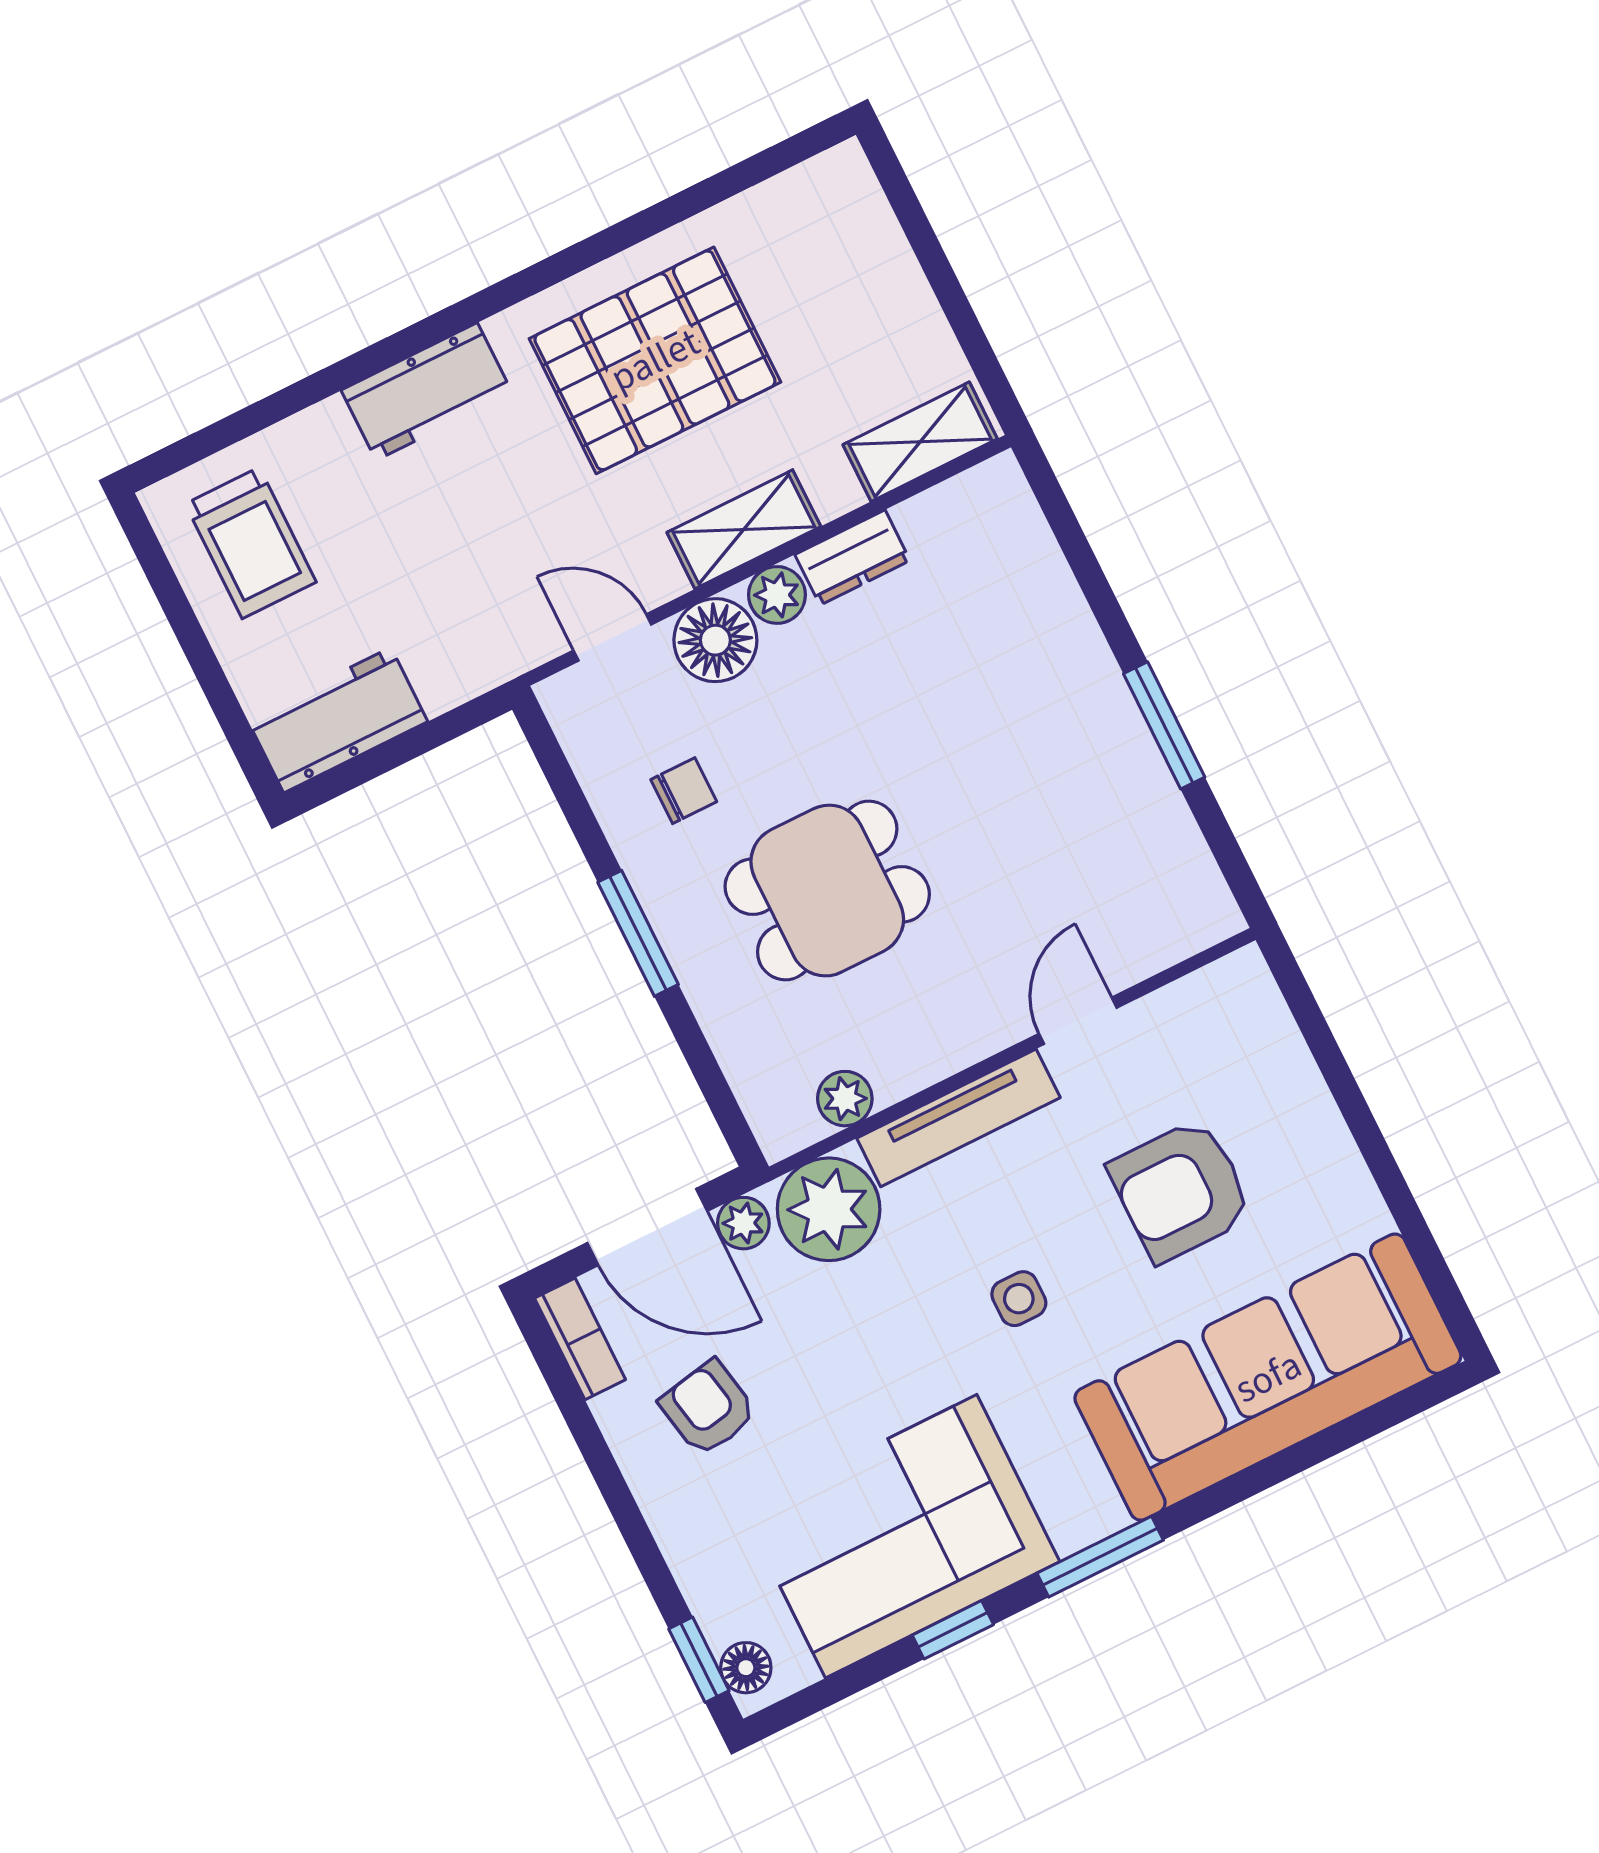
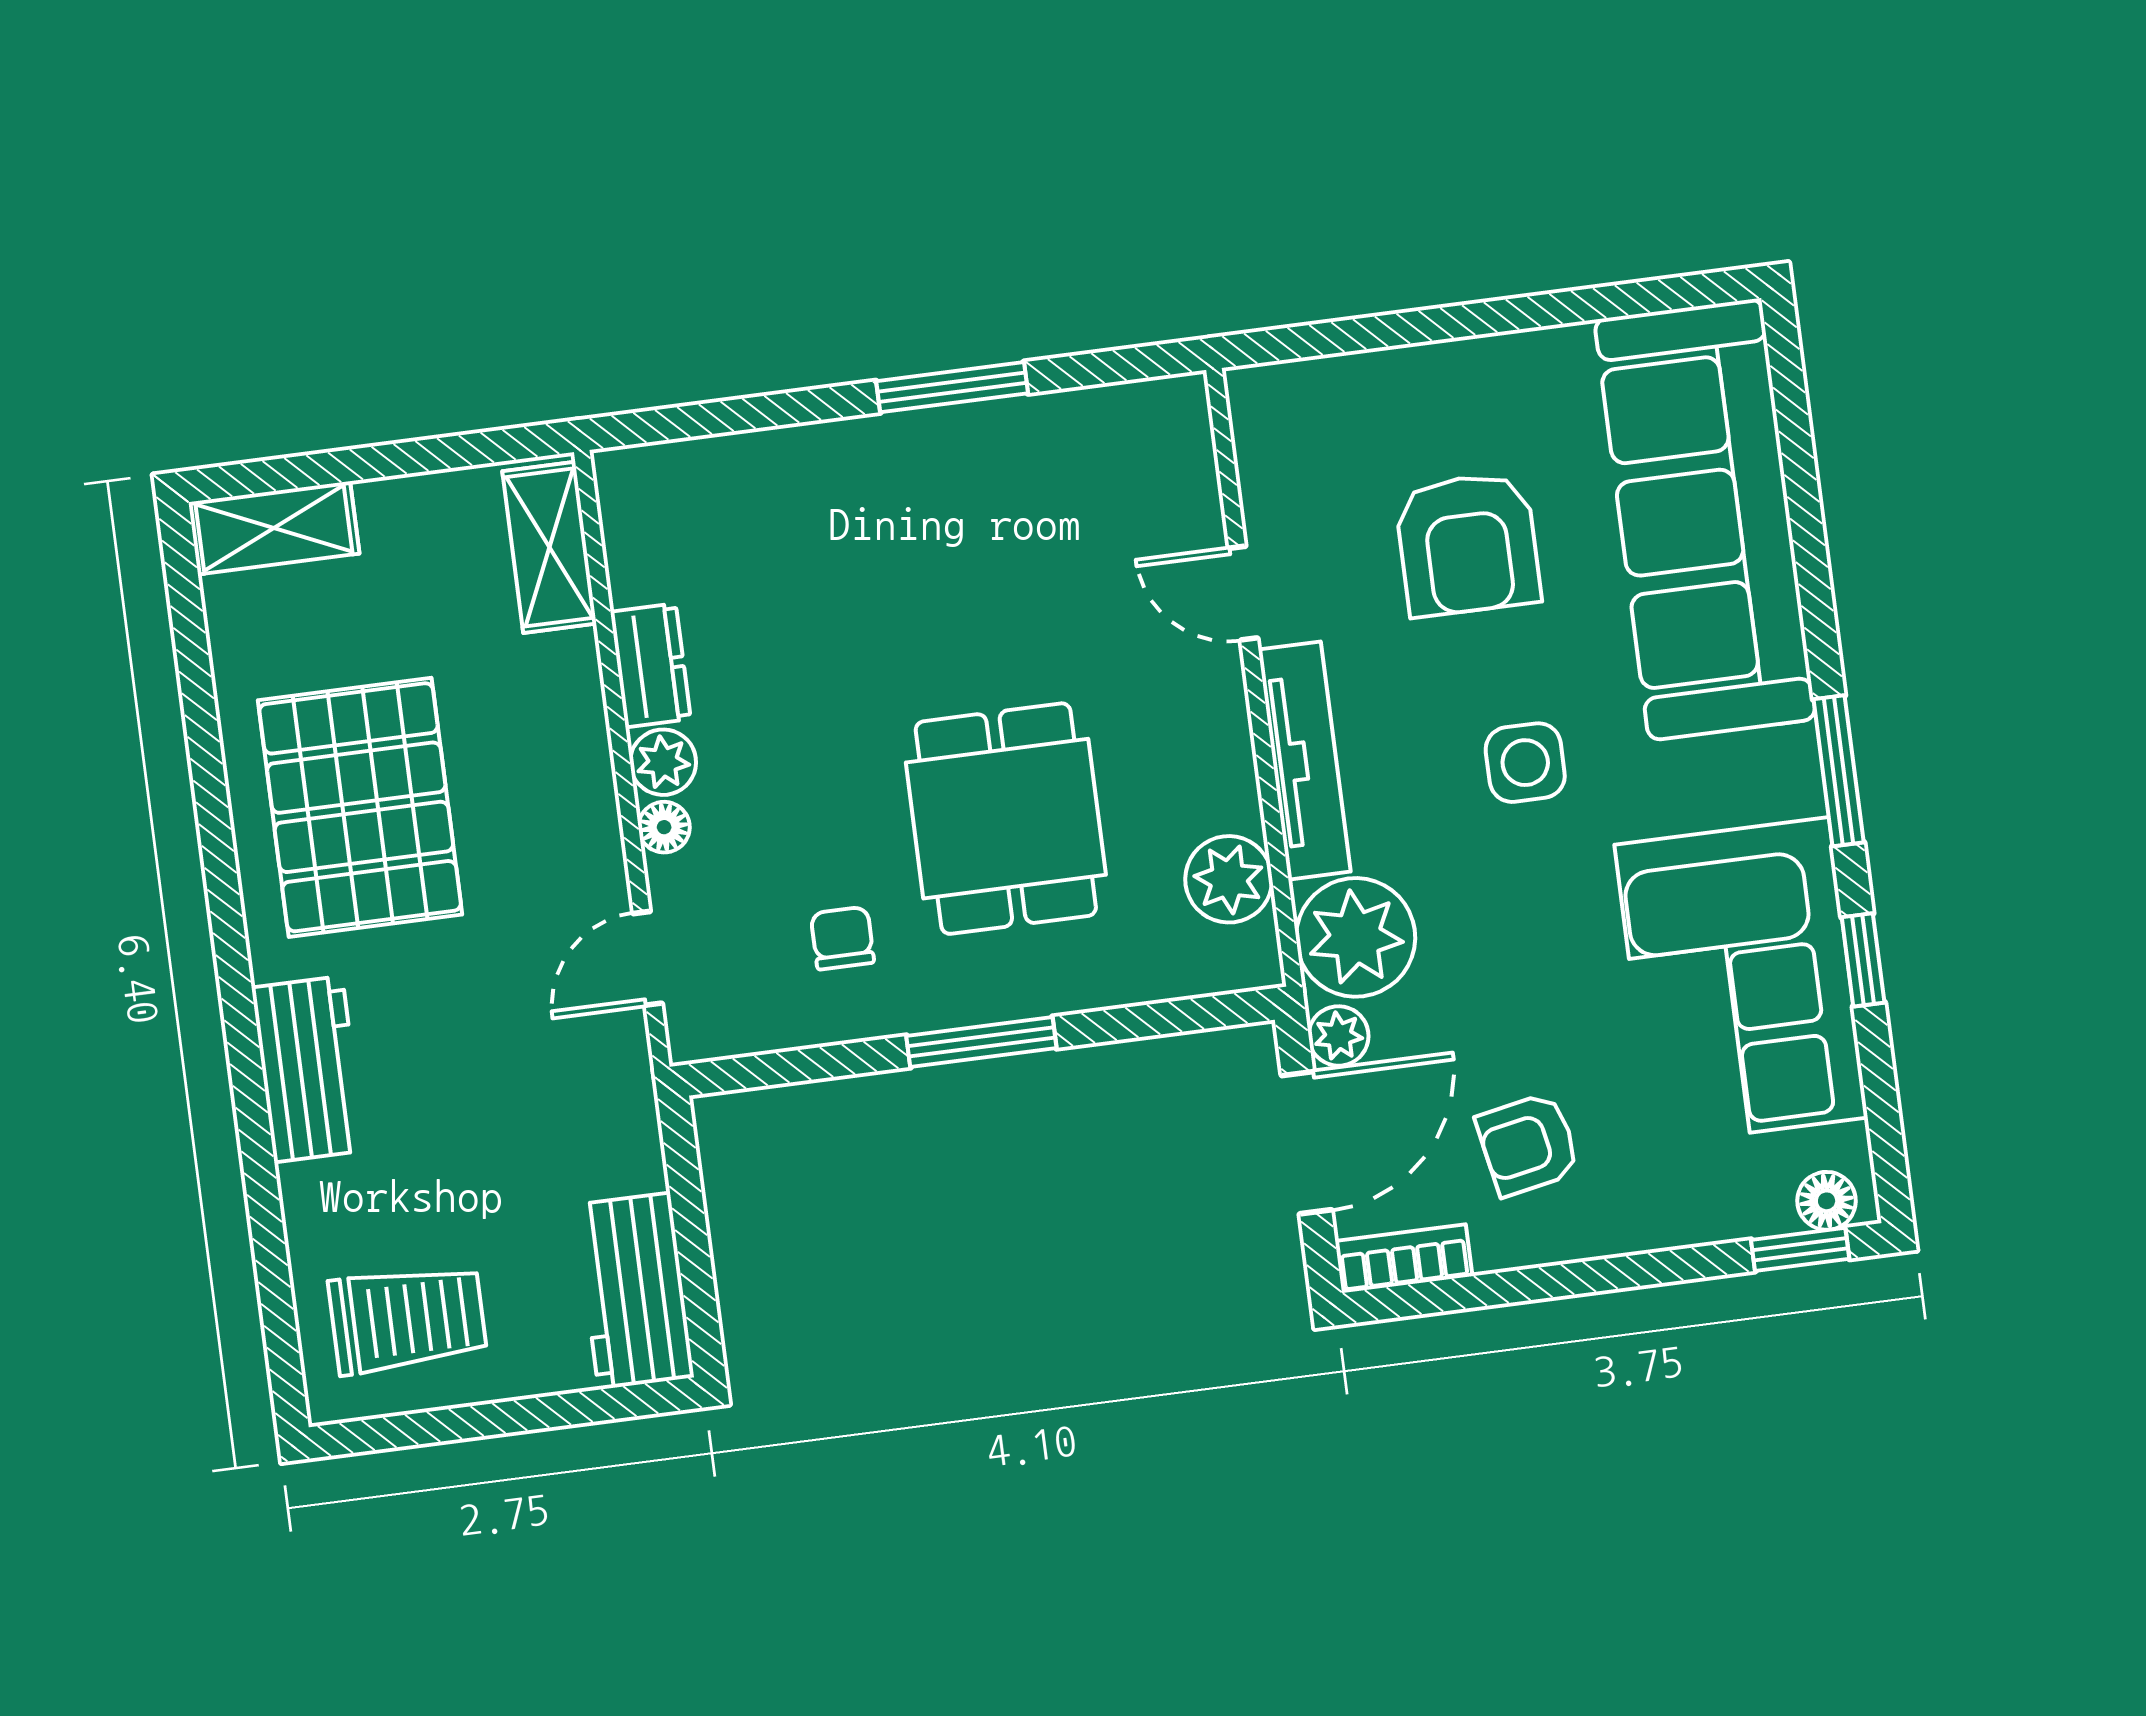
shelving: (744, 529) -> (274, 528), moved, turned 90
floor lamp: (715, 640) -> (664, 827), width x0.53, depth x0.53
plant: (845, 1099) -> (1229, 879), width x1.38, depth x1.38
side table: (1019, 1299) -> (1525, 763), width x1.37, depth x1.37

